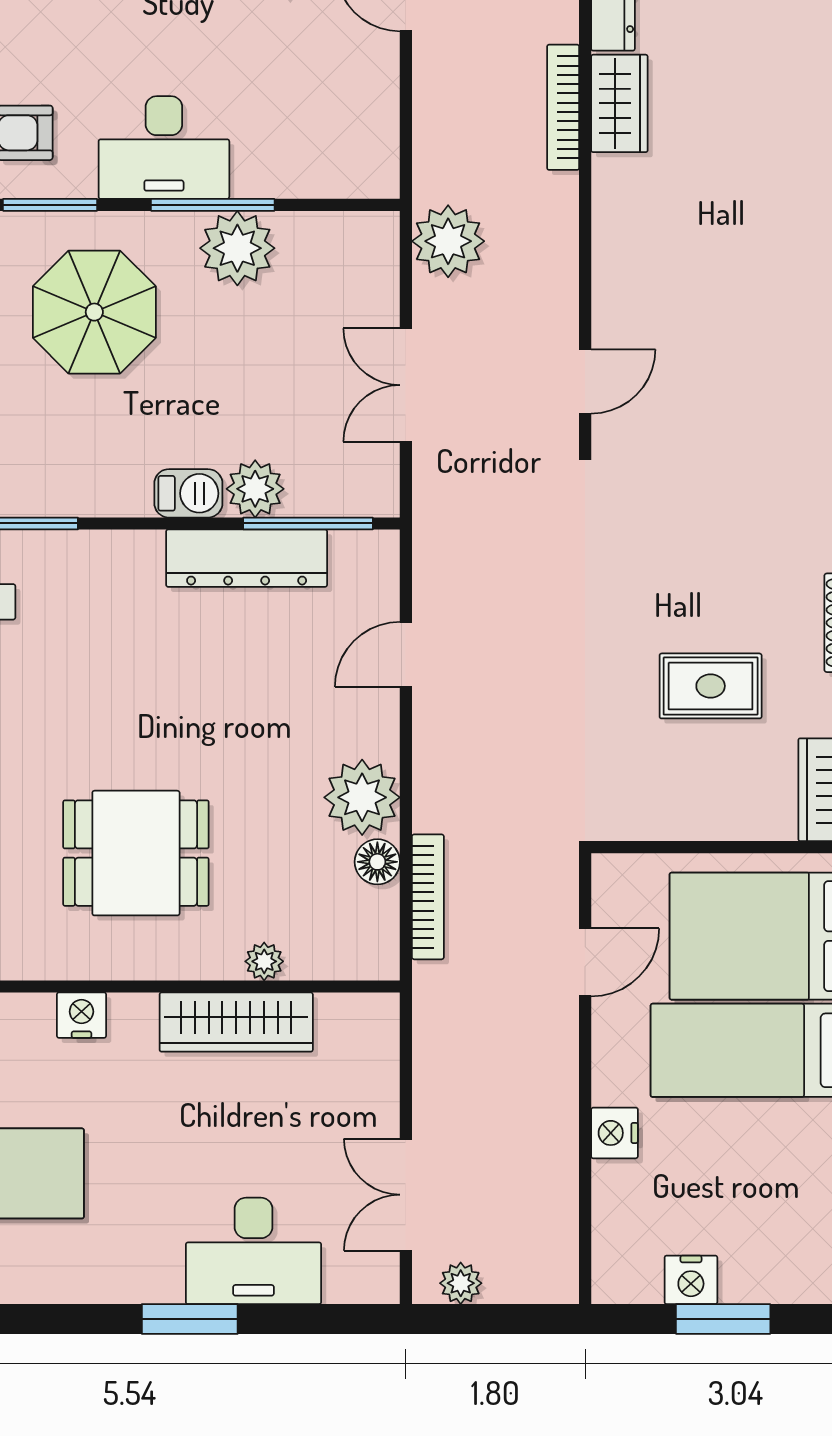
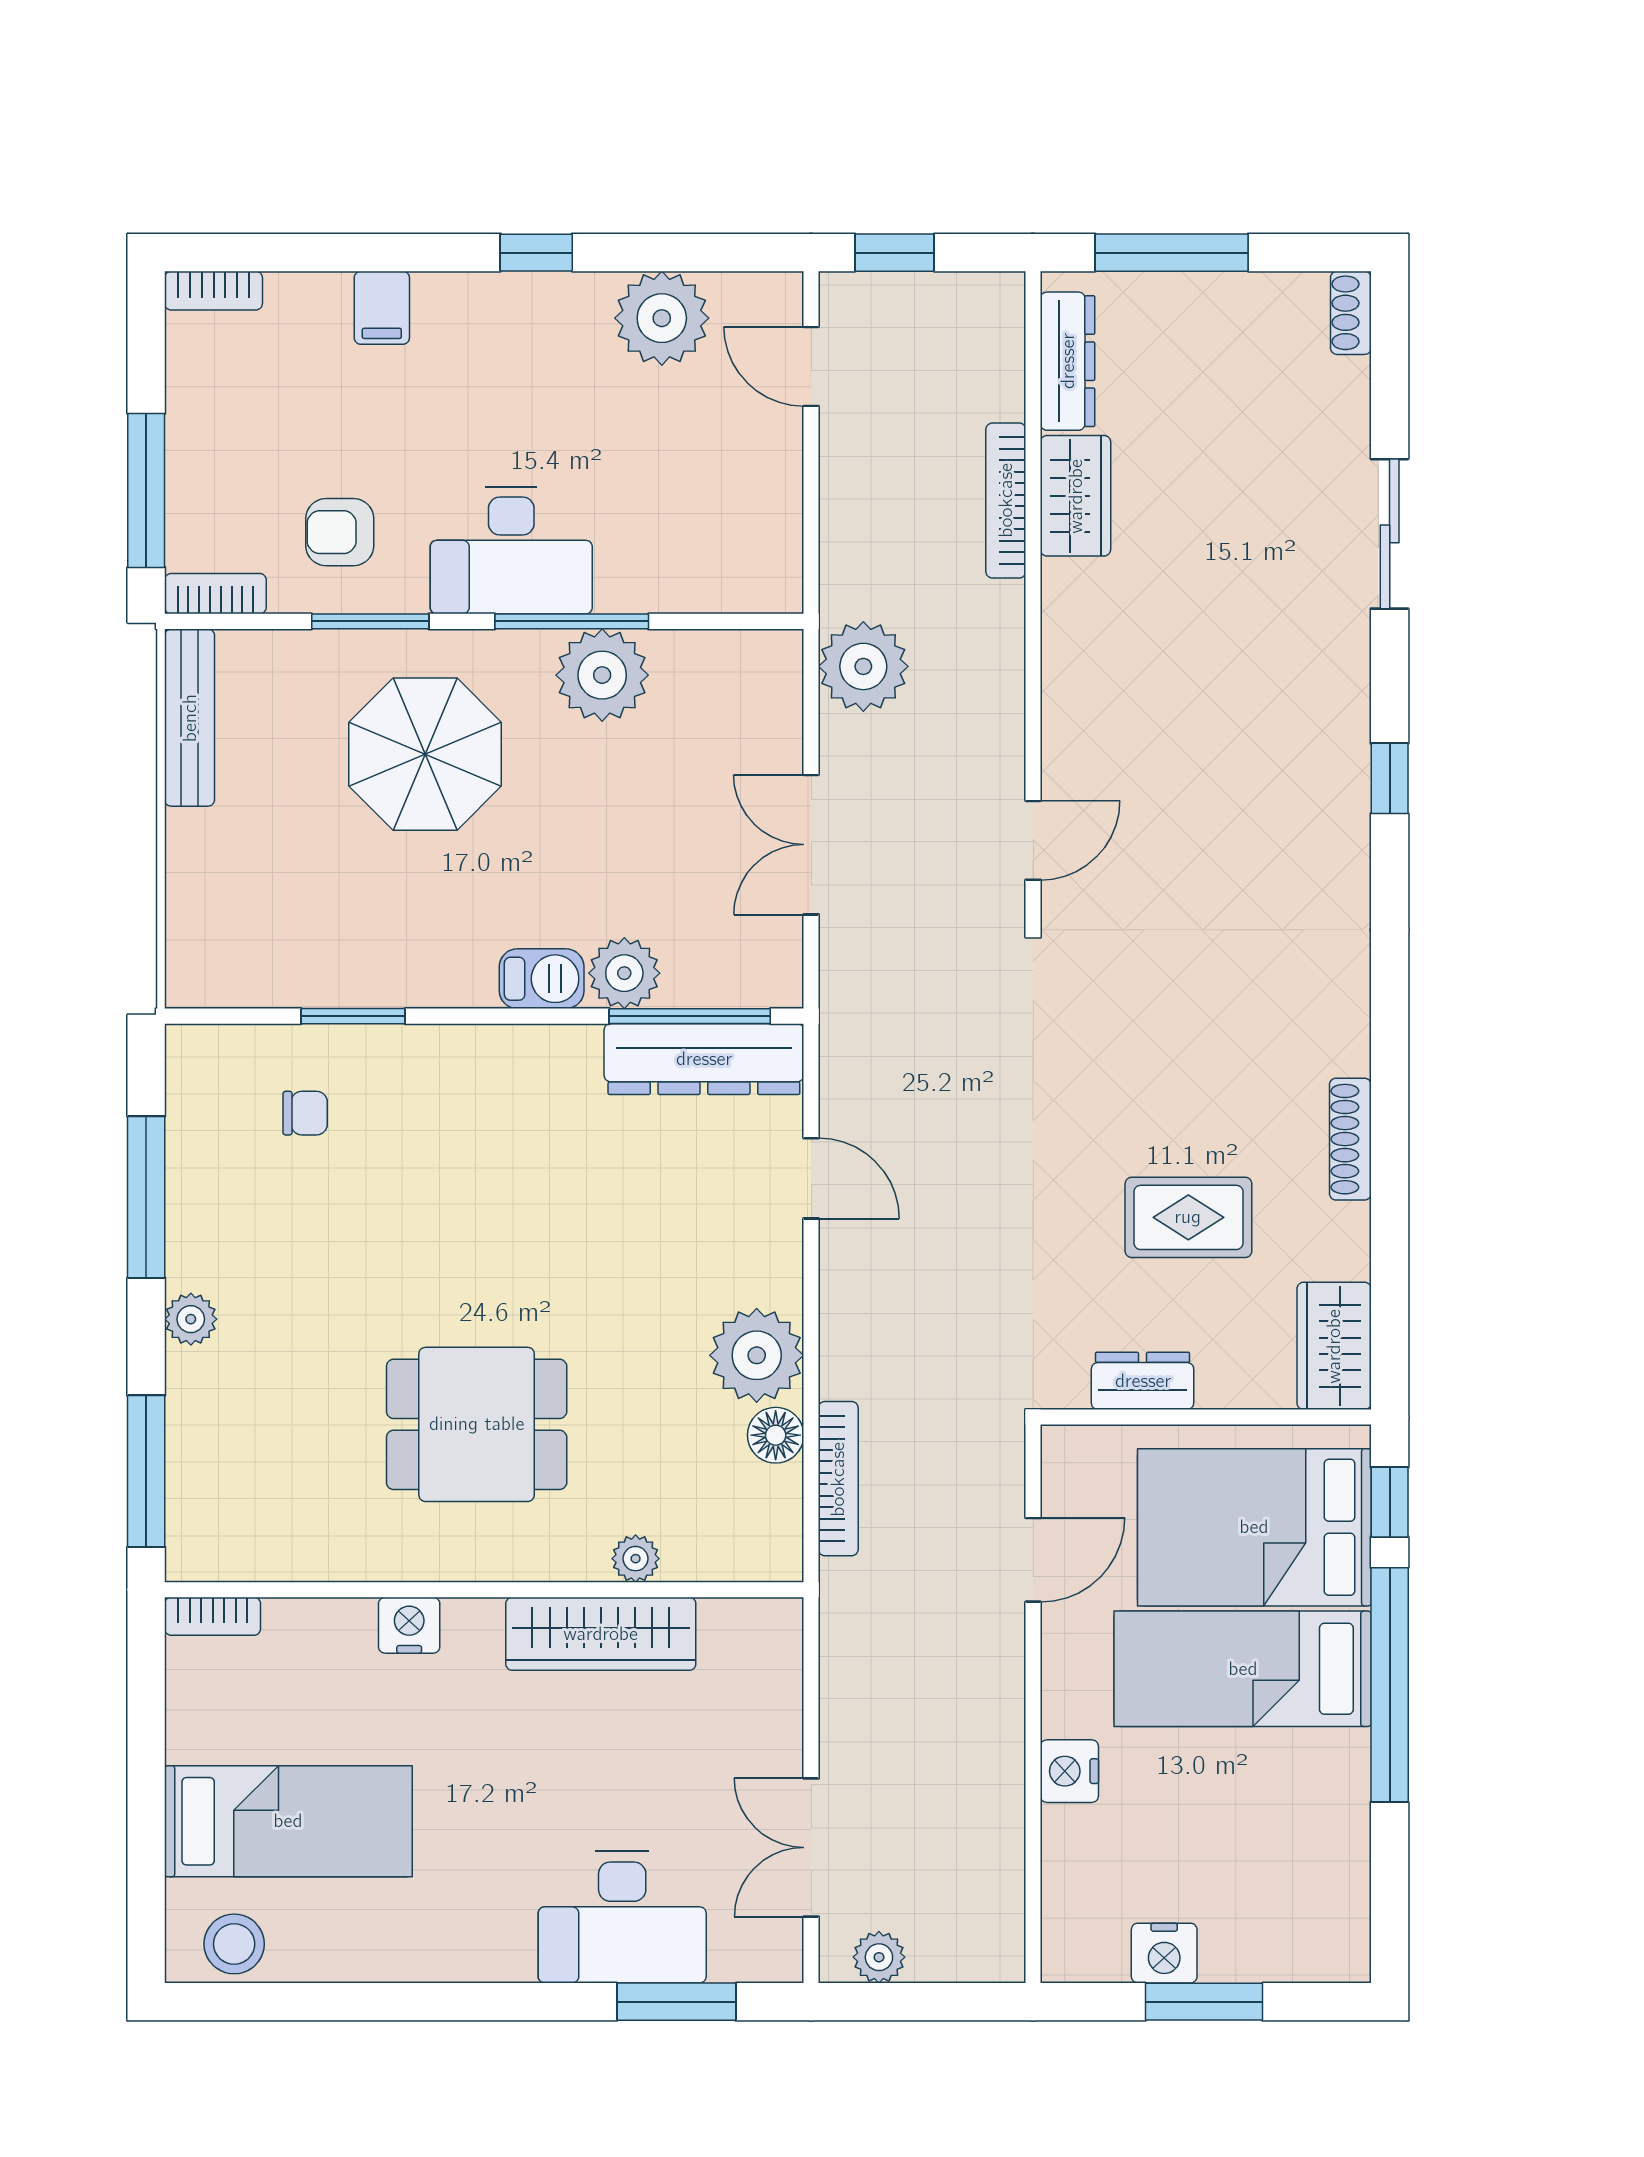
dresser: (247, 558) -> (704, 1059), moved
door: (406, 654) -> (811, 1178), swing flipped
dresser: (673, 818) -> (1143, 1381), added
window: (190, 1319) -> (676, 2002), moved

